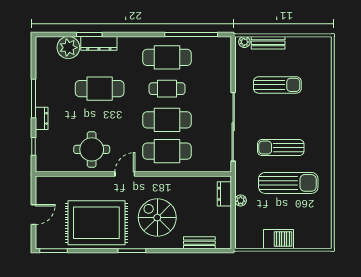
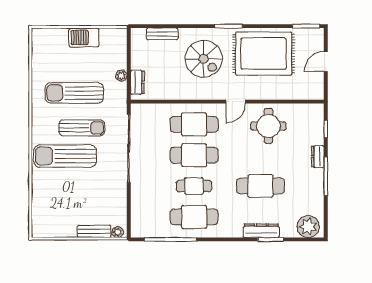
plant: (68, 48) -> (308, 227), moved
sun lounger: (277, 85) -> (65, 156), moved, width x1.36, depth x1.34

